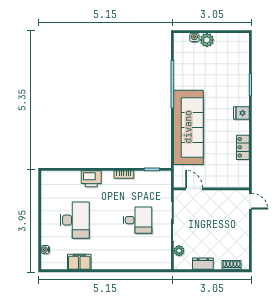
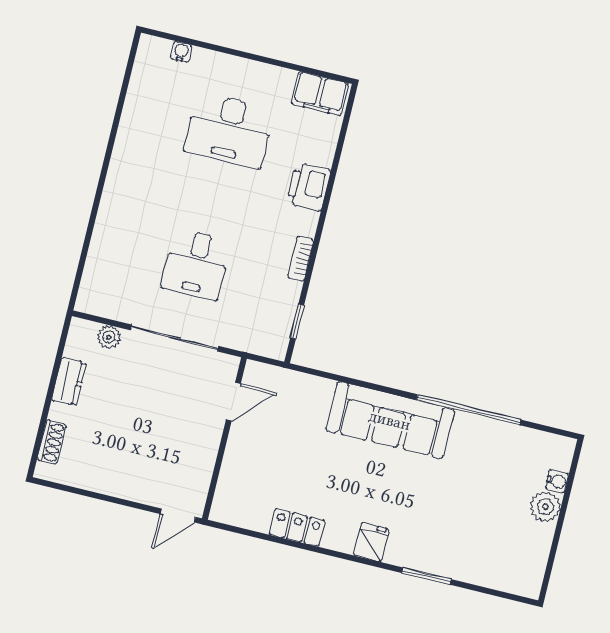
sofa: (188, 127) -> (390, 420), width x0.74, depth x0.79
filing cabinet: (79, 262) -> (320, 94), moved, turned 90

